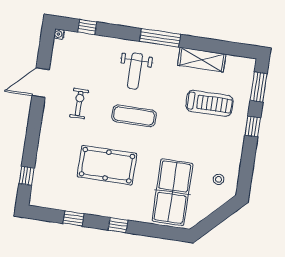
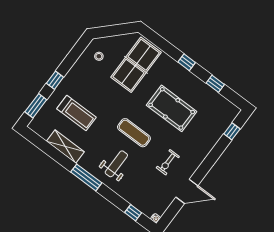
treadmill: (209, 103) -> (76, 113), turned 180

